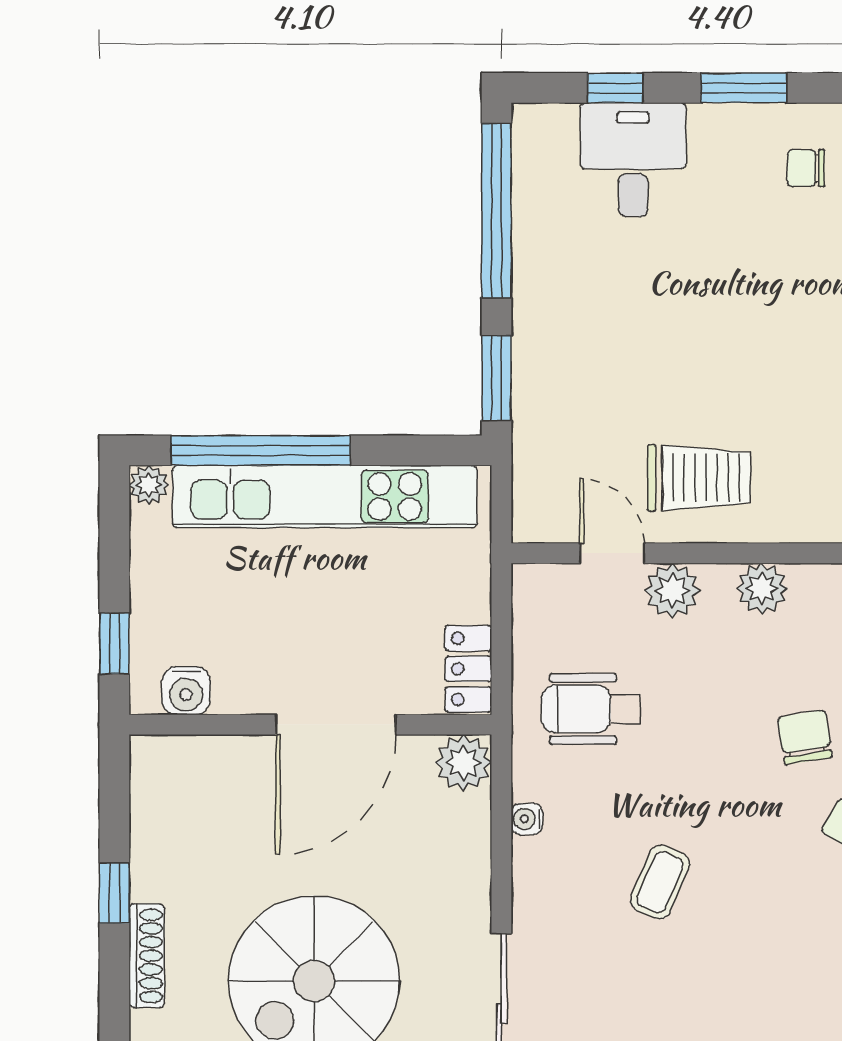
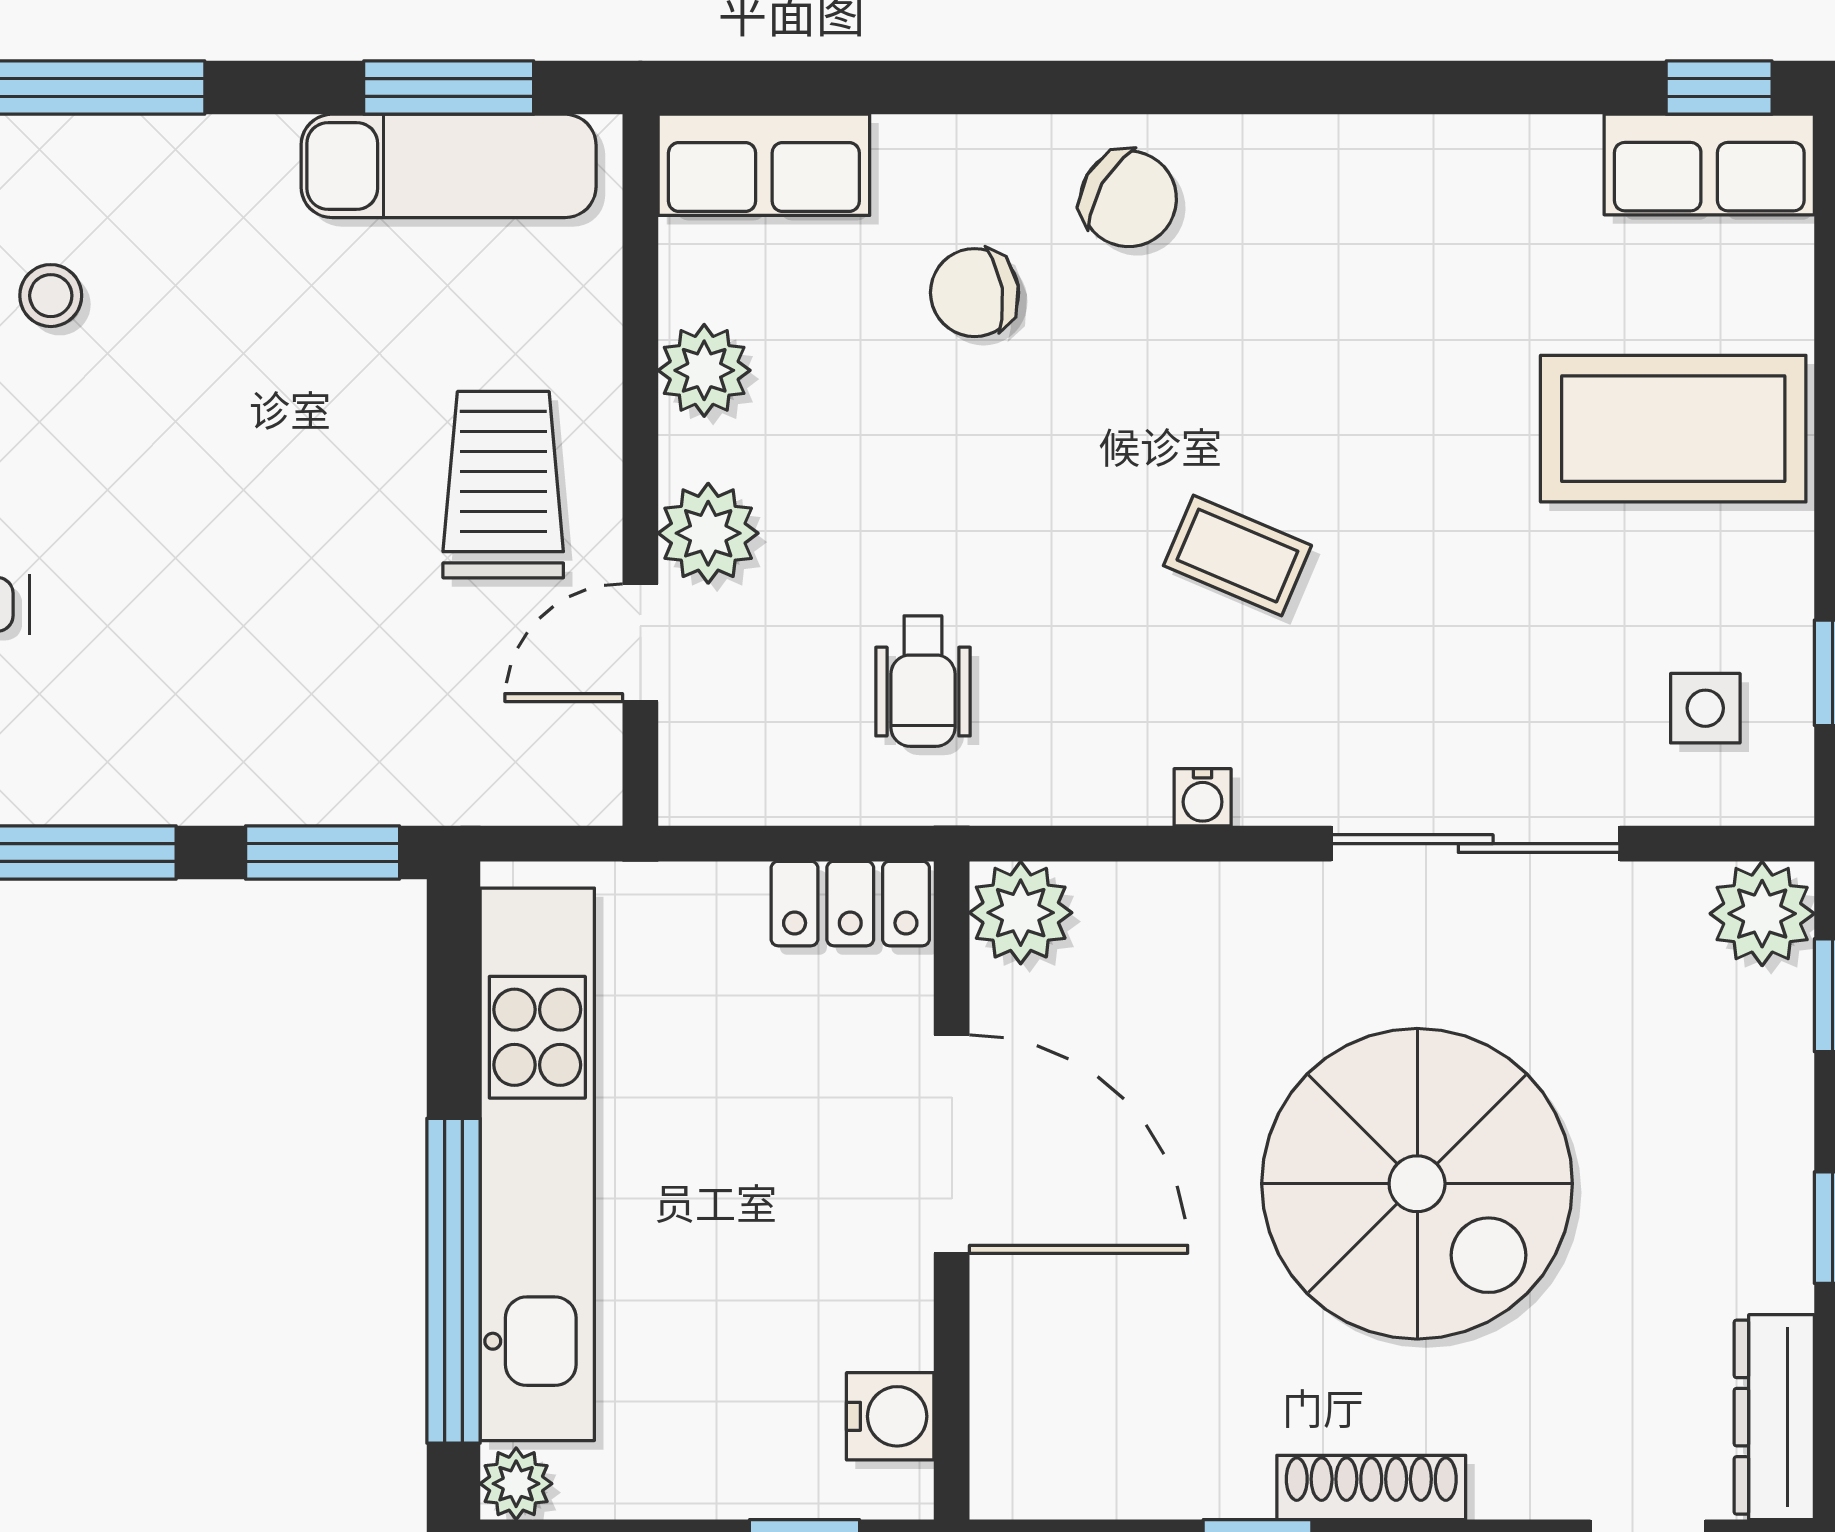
stool: (803, 229) -> (51, 296), added
wheelchair: (591, 709) -> (923, 681), width x0.73, depth x0.73
water cooler: (527, 819) -> (1203, 797), moved

